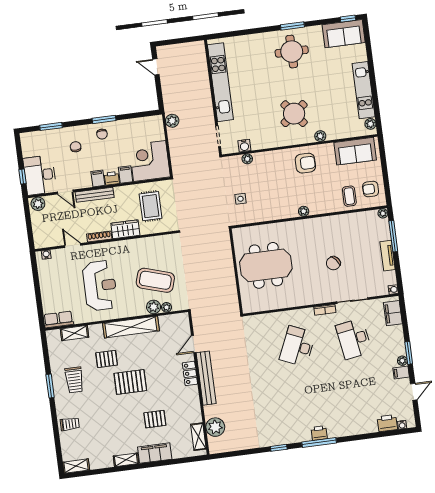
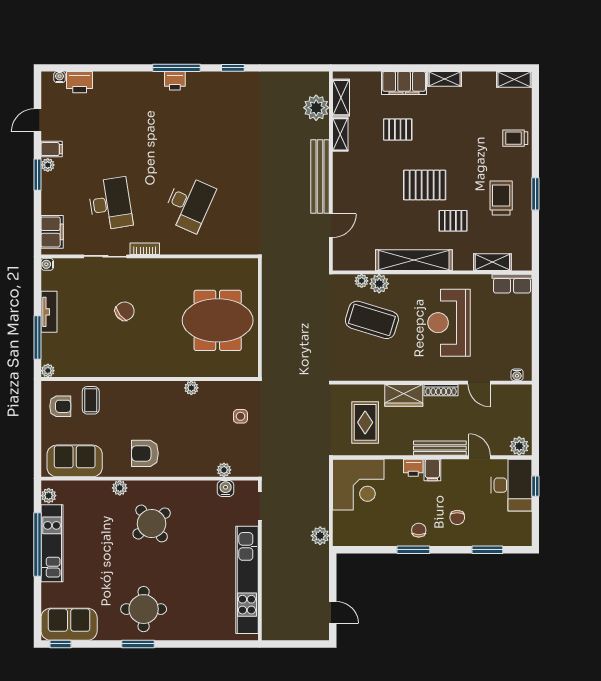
window: (374, 88) -> (38, 544), added
filing cabinet: (126, 174) -> (394, 470), removed
plant: (304, 211) -> (191, 388), moved
locker: (190, 373) -> (341, 186), removed
shelving: (196, 410) -> (340, 134), added

